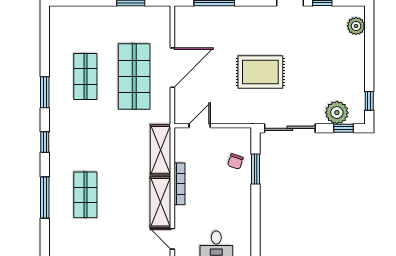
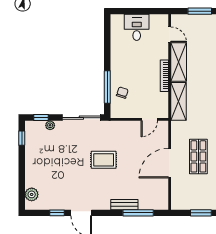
bench: (233, 12) -> (124, 205), added
rug: (260, 72) -> (104, 160), width x0.73, depth x0.70
shop shelf: (134, 77) -> (198, 156), width x0.70, depth x0.74
plant: (337, 113) -> (50, 125), width x0.53, depth x0.53
window: (256, 169) -> (107, 87), width x1.44

